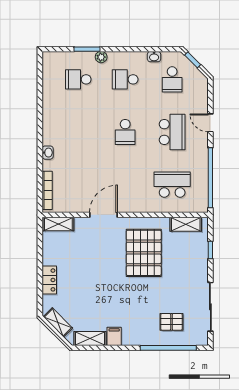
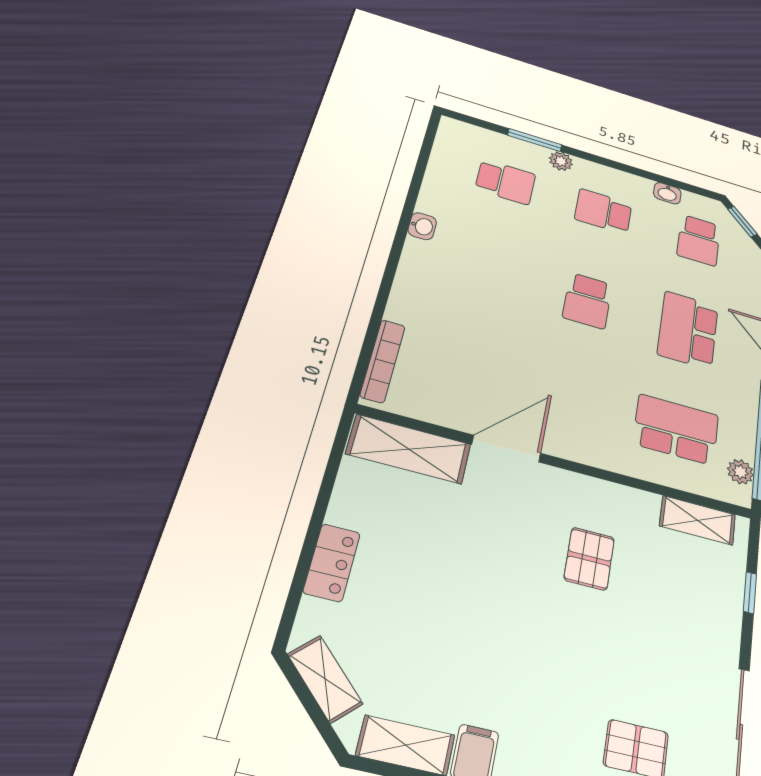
school desk: (78, 79) -> (505, 182), turned 180
school desk: (172, 132) -> (688, 330), turned 180
washbasin: (48, 153) -> (422, 226), moved
plant: (202, 197) -> (740, 472), added
shelving: (58, 224) -> (409, 449), width x1.50, depth x1.33
pallet: (144, 253) -> (589, 559), width x0.49, depth x0.50

